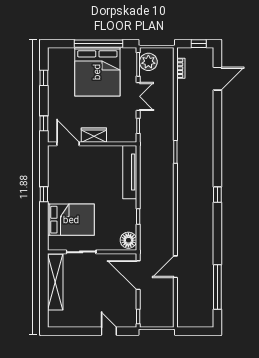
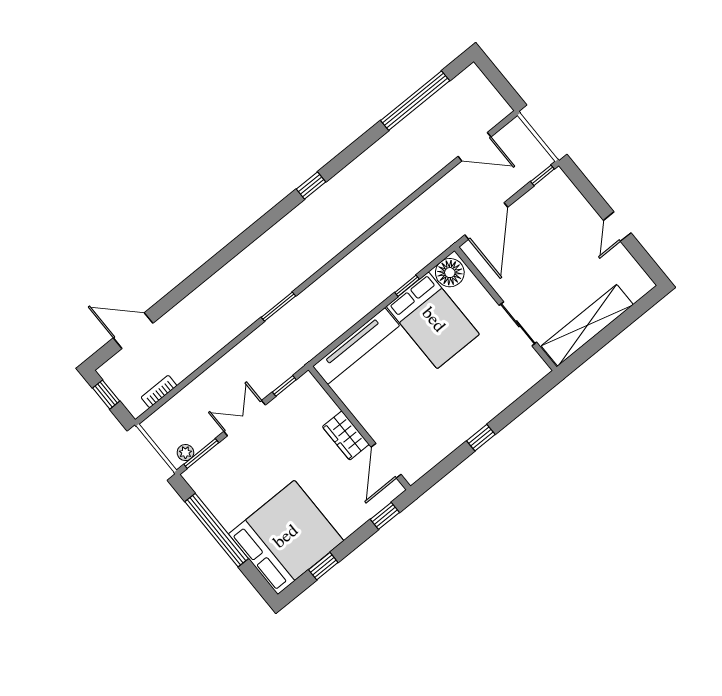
plant: (148, 62) -> (185, 453), width x0.53, depth x0.53
bed: (97, 72) -> (286, 537), moved
window: (217, 195) -> (311, 186), moved
bed: (71, 220) -> (433, 320), moved, turned 180
door: (175, 267) -> (475, 147), moved
door: (109, 331) -> (617, 227), moved

